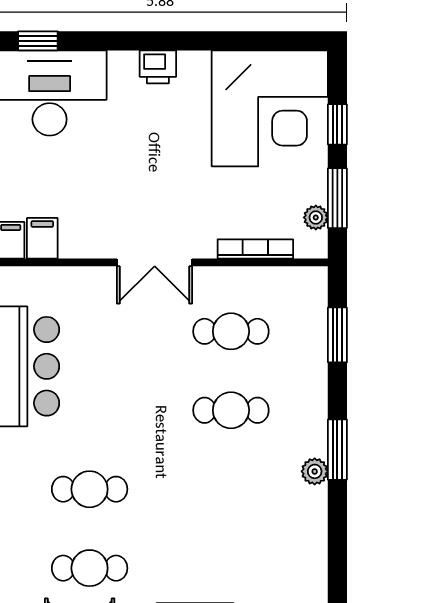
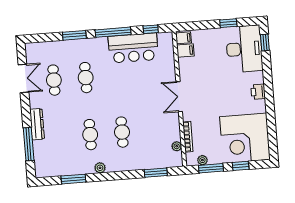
plant: (277, 278) -> (177, 146), added
cafe table: (231, 331) -> (90, 135), moved
window: (337, 450) -> (73, 179), moved

